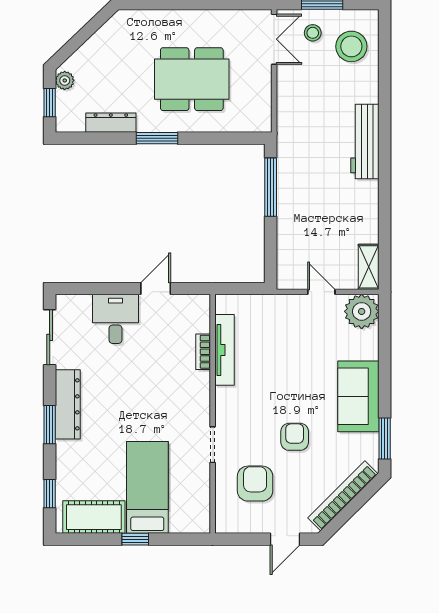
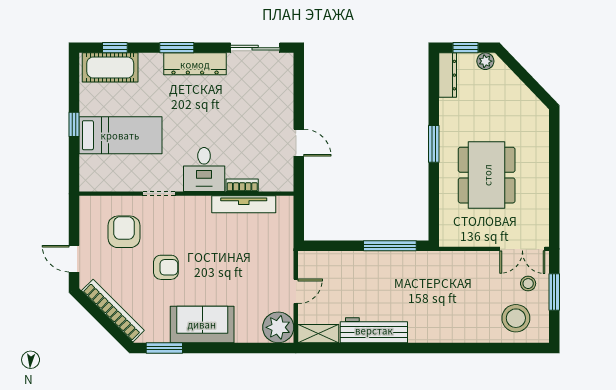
dresser: (111, 123) -> (448, 75), moved
workbench: (365, 142) -> (374, 330), moved
desk: (115, 319) -> (204, 170), moved, turned 90
armchair: (255, 484) -> (124, 232), turned -90
cot: (94, 517) -> (110, 67), moved, turned 90

